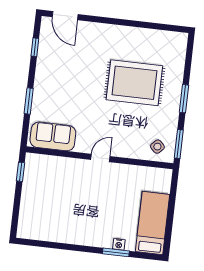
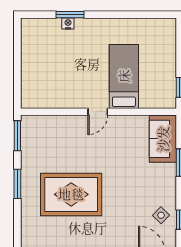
sofa: (53, 136) -> (163, 139), moved, turned 90
side table: (157, 147) -> (161, 215), moved
bed: (152, 223) -> (124, 76), moved, turned 180

